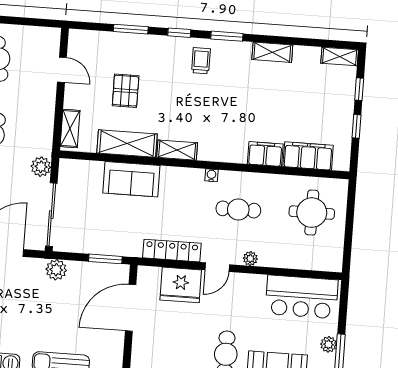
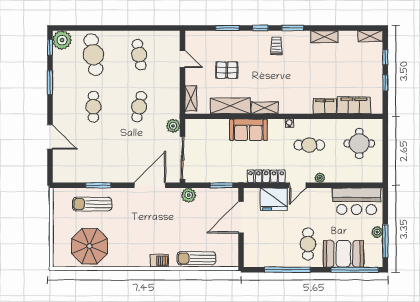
pallet: (126, 91) -> (227, 70), turned 90
sofa: (131, 179) -> (248, 130), moved

